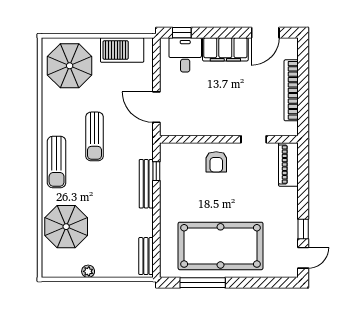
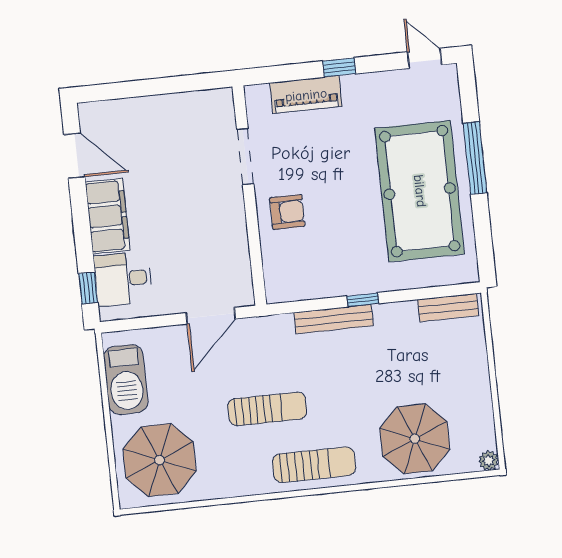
bookcase: (291, 90) -> (161, 105), removed
doorway: (254, 139) -> (245, 157), width x1.38
piano: (288, 164) -> (306, 95), moved
window: (156, 171) -> (363, 300), moved
window: (303, 229) -> (339, 67), moved
plant: (88, 271) -> (489, 461), moved
window: (203, 283) -> (475, 158), moved

